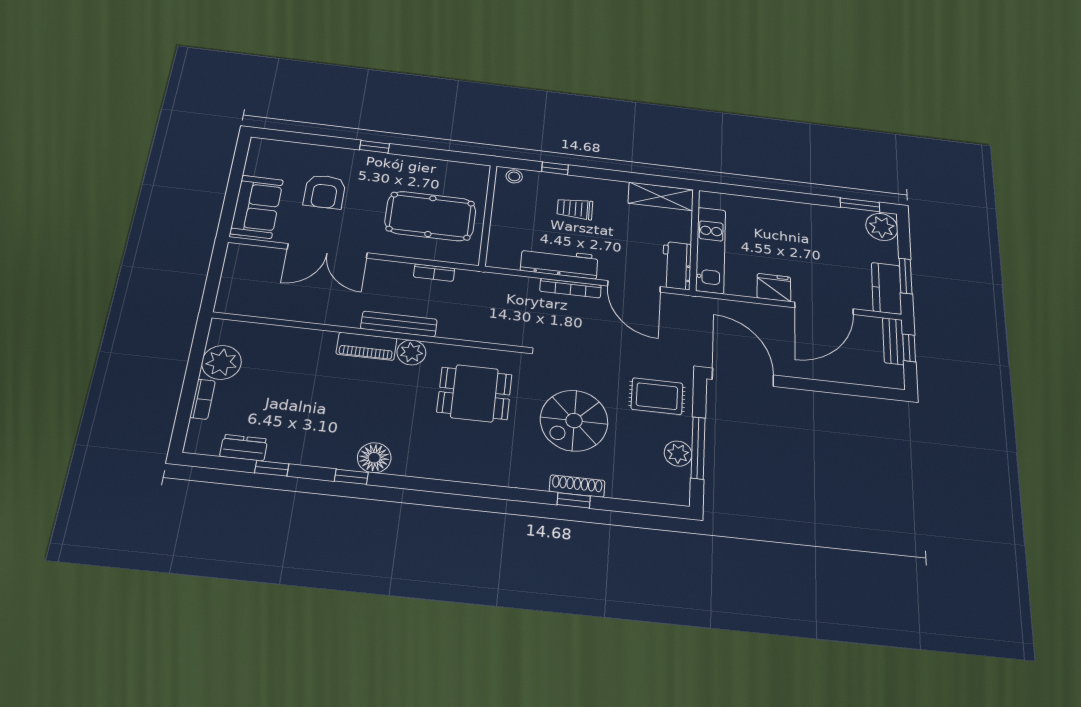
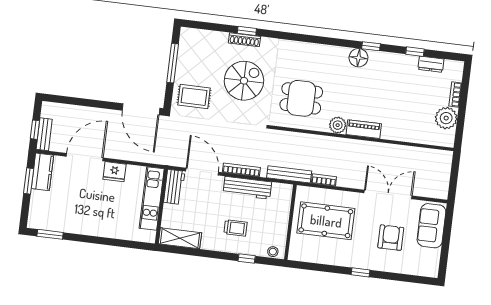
plant: (882, 227) -> (38, 218), removed
bench: (399, 324) -> (289, 174), moved
plant: (678, 454) -> (185, 60), removed

